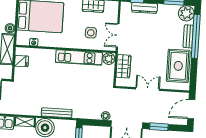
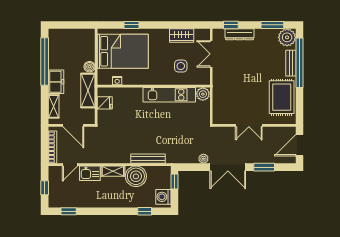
double door: (118, 35) -> (211, 54), moved
wardrobe: (123, 66) -> (220, 102), removed
double door: (148, 89) -> (249, 125), swing flipped

